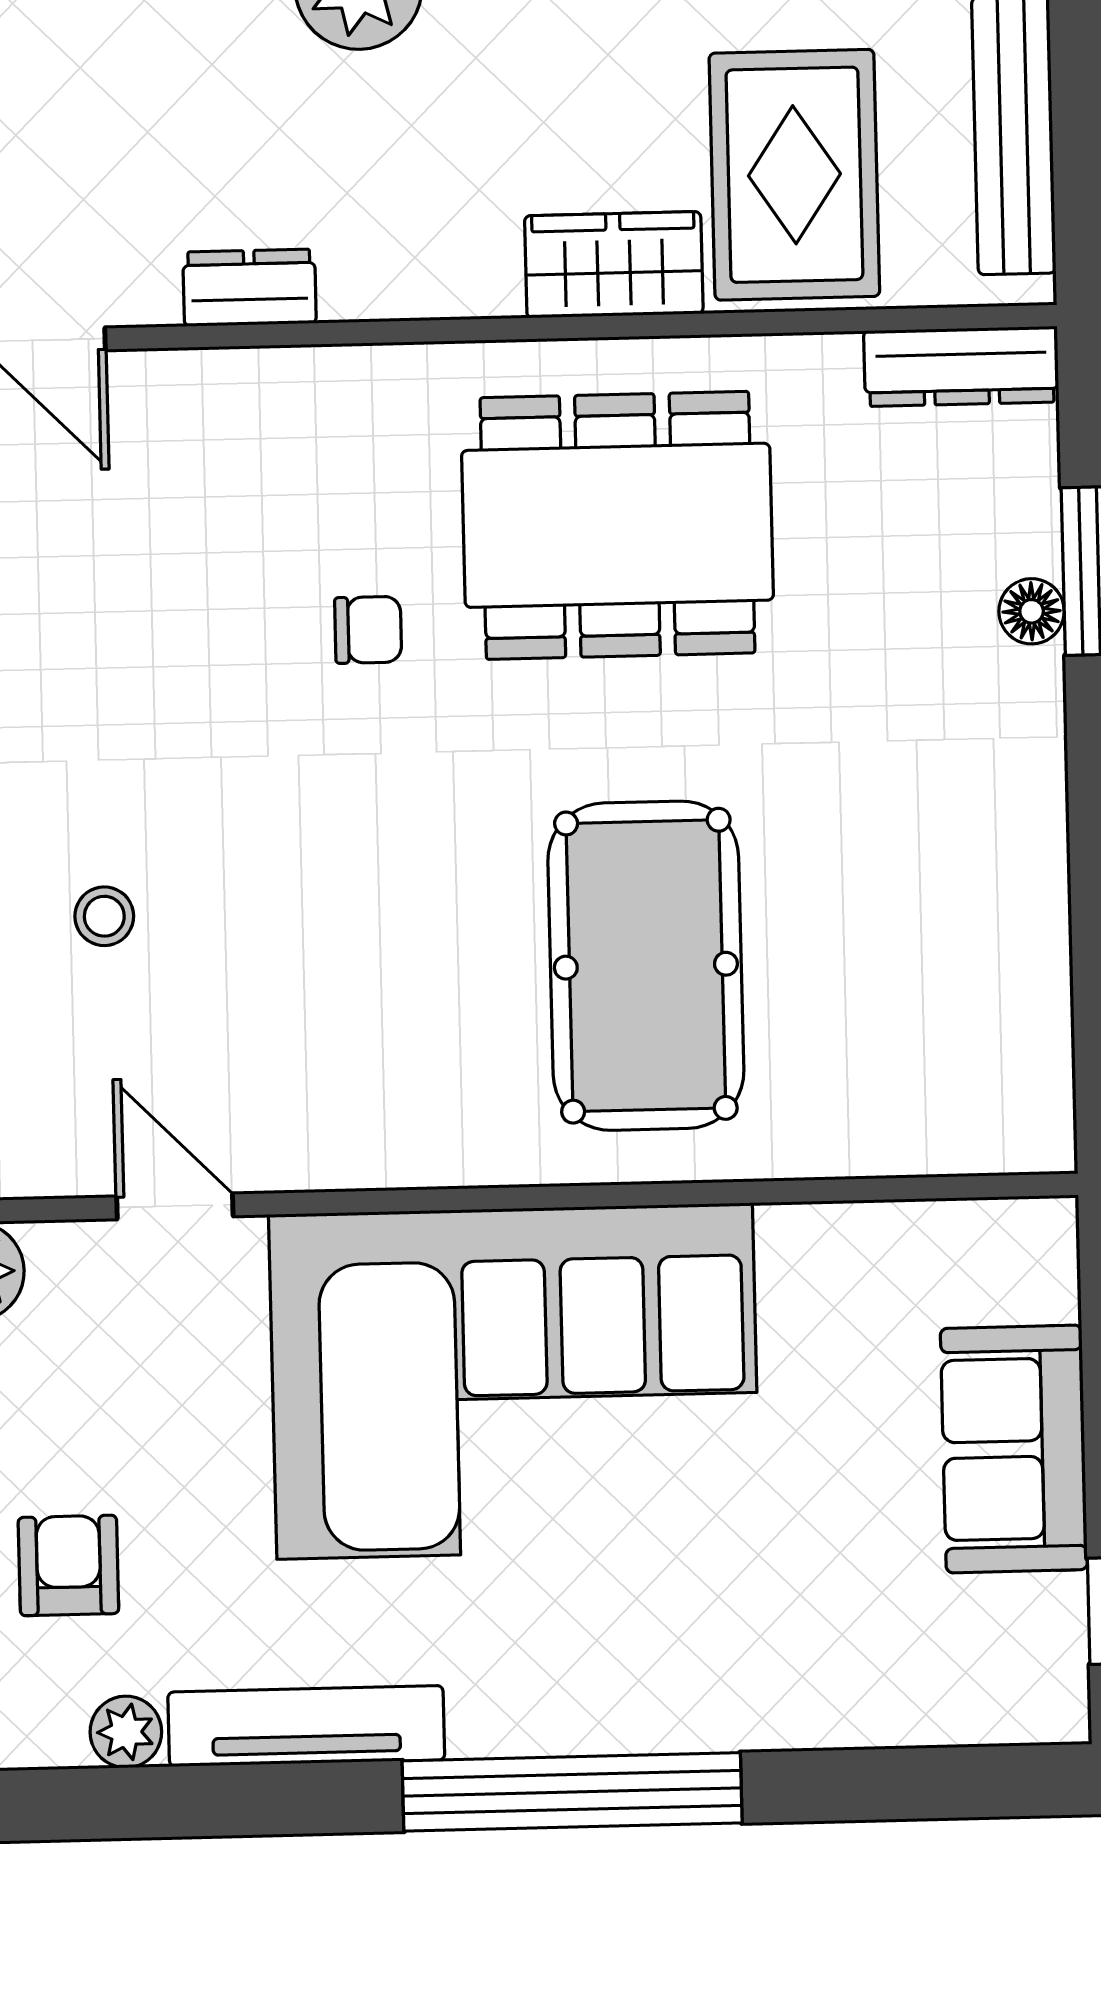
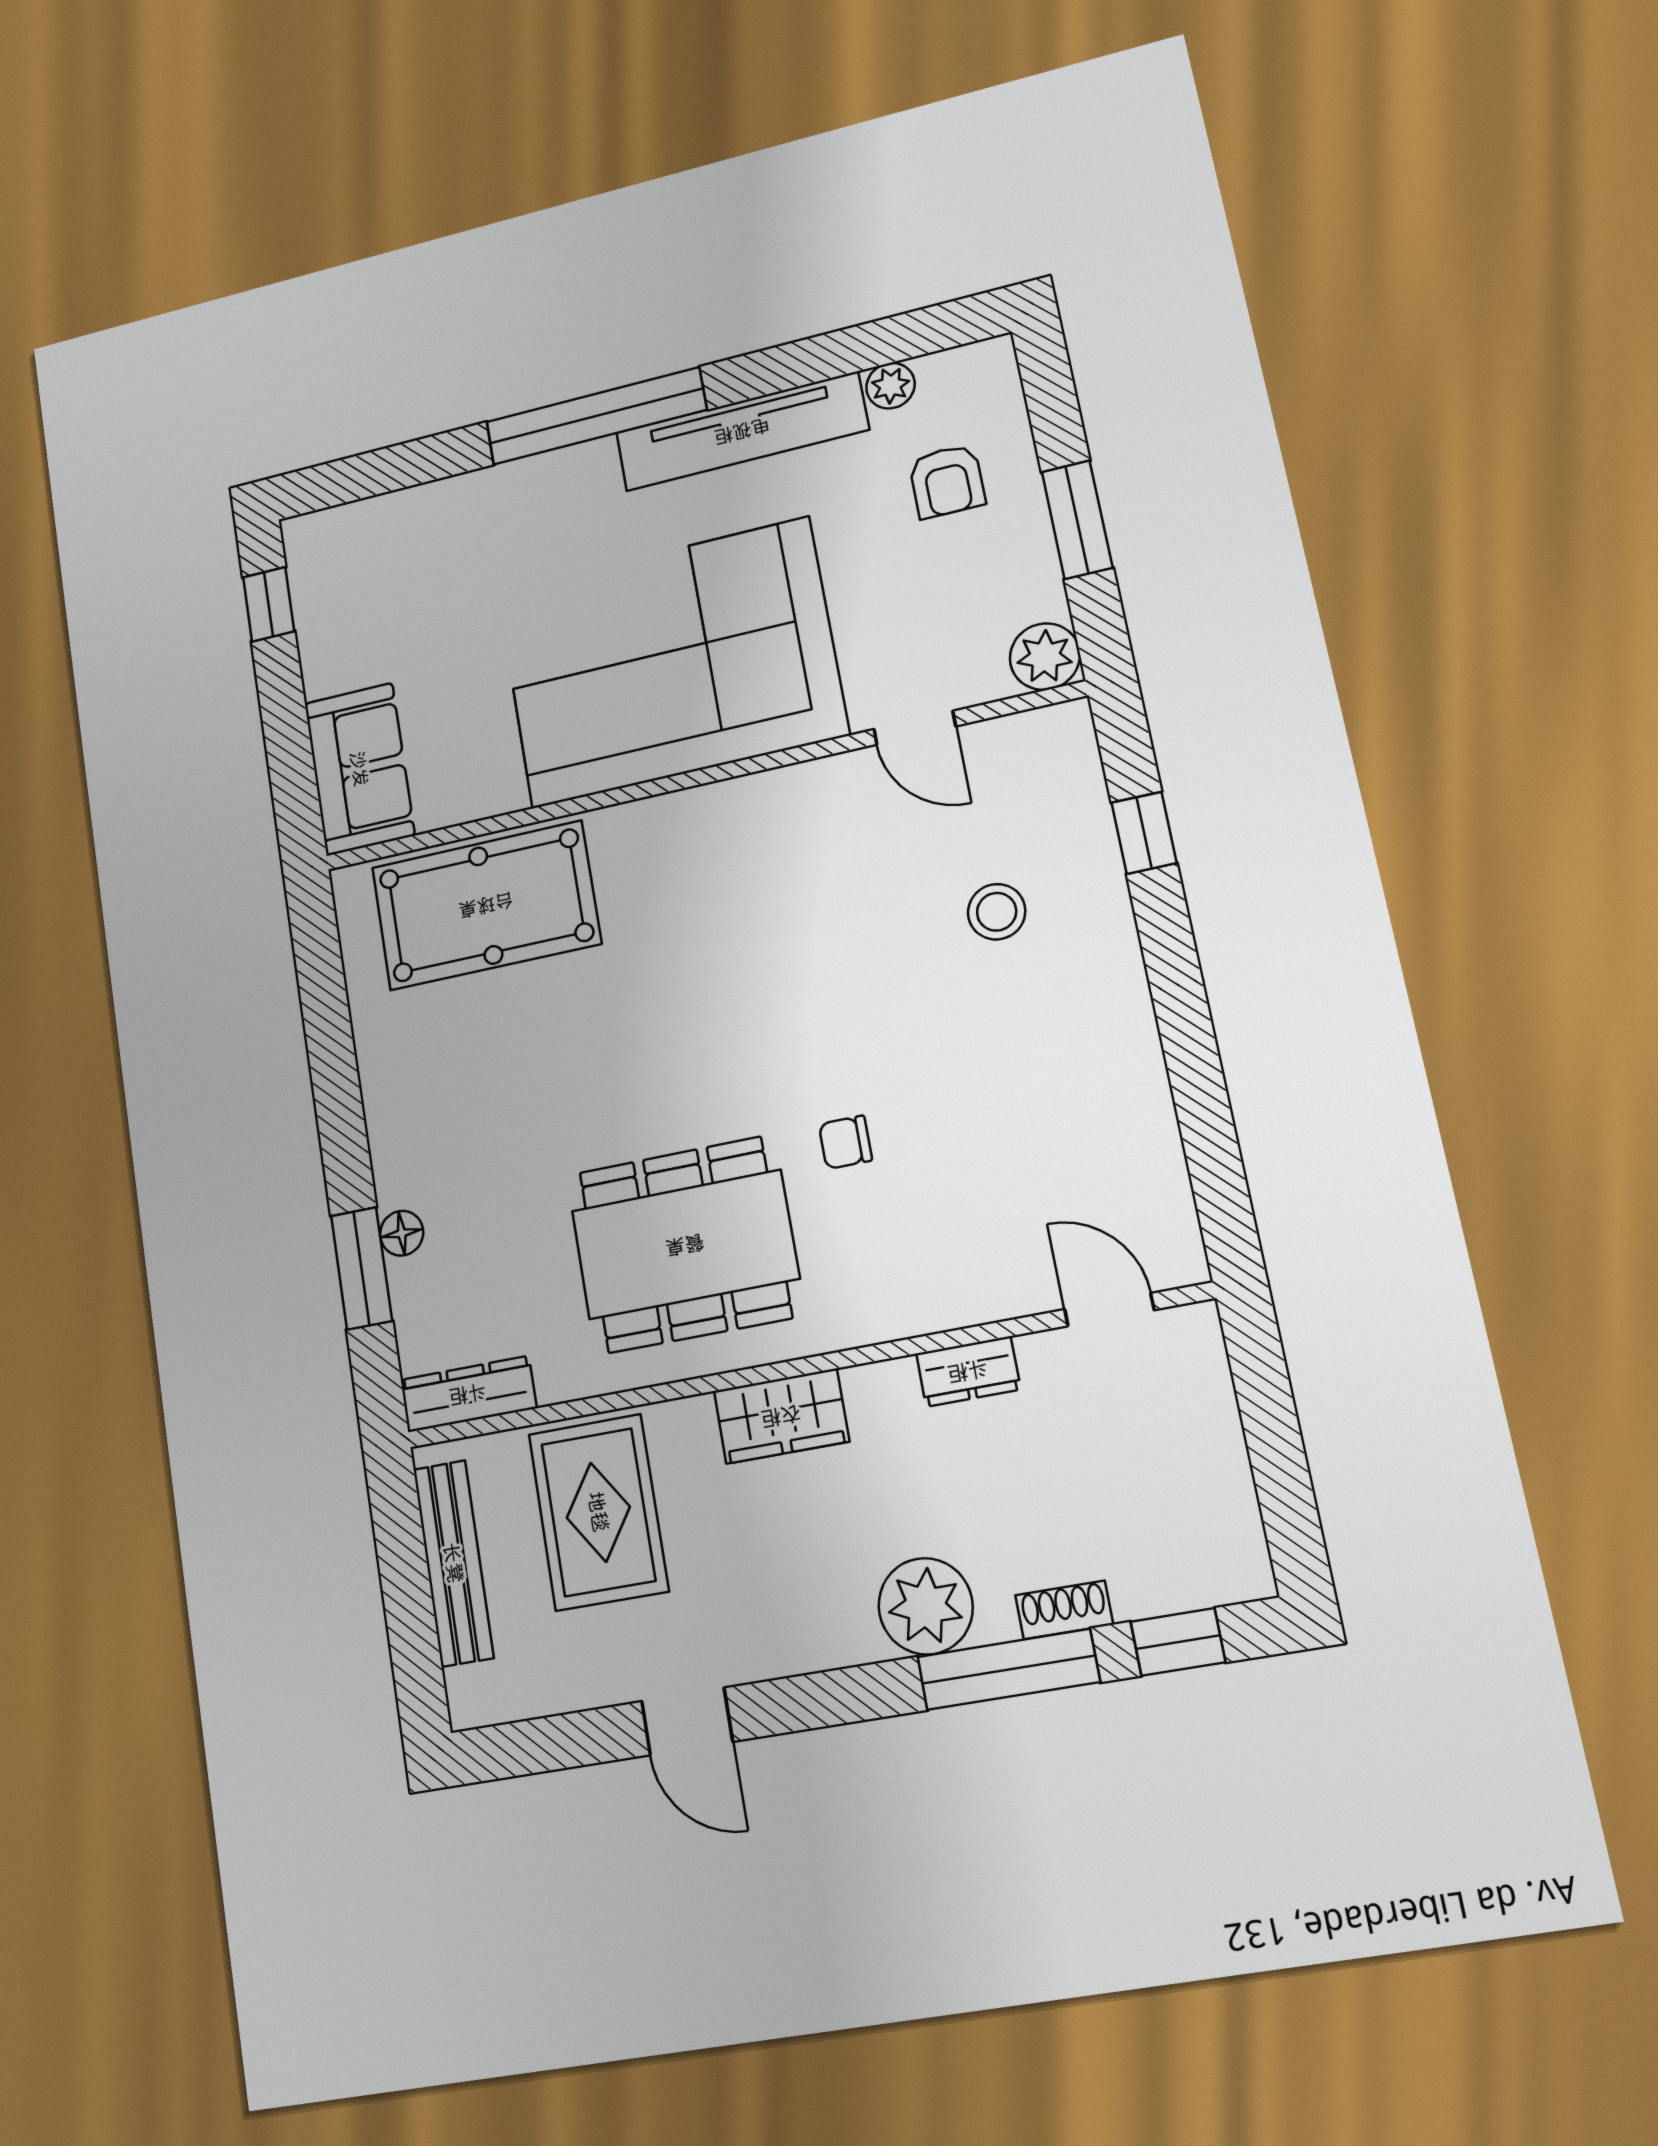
wardrobe: (614, 265) -> (781, 1416), moved
stool: (104, 916) -> (997, 912), width x1.37, depth x1.37
pool table: (646, 966) -> (486, 905), moved, turned 90
sofa: (1014, 1449) -> (359, 769), moved
tv unit: (306, 1726) -> (742, 431), width x1.36, depth x1.29

